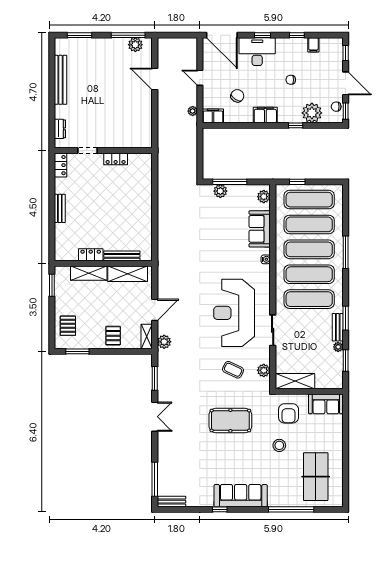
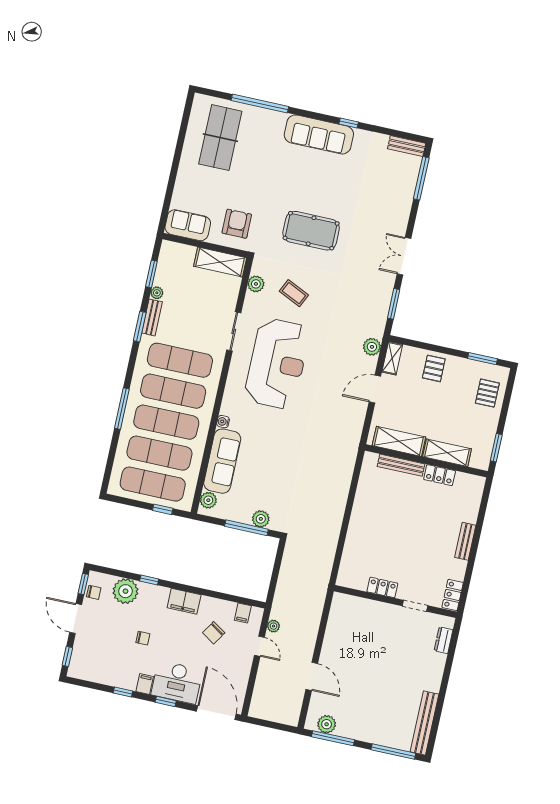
window: (80, 35) -> (393, 752), width x1.44
filing cabinet: (313, 45) -> (145, 684), moved
door: (200, 78) -> (259, 646), moved
bench: (60, 80) -> (424, 723), moved
filing cabinet: (213, 116) -> (243, 613), width x0.50
sofa: (260, 229) -> (222, 461), width x1.36
stool: (279, 445) -> (257, 186), removed

